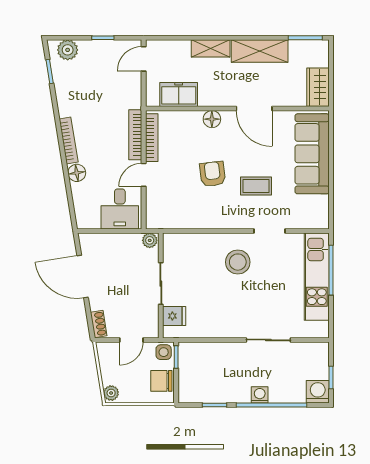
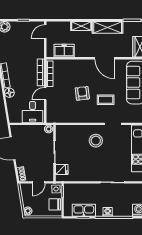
floor lamp: (212, 119) -> (82, 64), removed
kitchen sink: (215, 392) -> (84, 210), added

